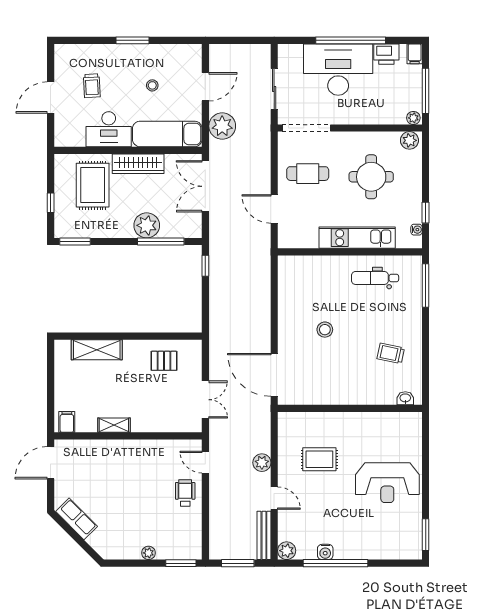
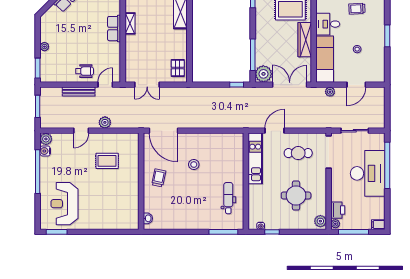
window: (351, 40) -> (387, 165), moved
printer: (386, 54) -> (338, 210), moved, turned 180
door: (205, 87) -> (356, 85), hinge flipped
plant: (222, 126) -> (330, 92), width x0.53, depth x0.53
desk: (109, 129) -> (328, 24), width x0.73
cafe table: (308, 174) -> (298, 153), turned 90
plant: (147, 225) -> (263, 74), moved
kitchen unit: (357, 238) -> (255, 158), moved
trolley: (391, 353) -> (159, 178), moved
pallet: (164, 361) -> (178, 68), moved
door: (274, 375) -> (163, 131), swing flipped
row of seats: (122, 449) -> (114, 29), added
rug: (319, 459) -> (107, 161), turned 90
reception desk: (387, 483) -> (64, 204), moved
bench: (264, 535) -> (79, 92), moved
water cooler: (325, 552) -> (45, 151), moved

